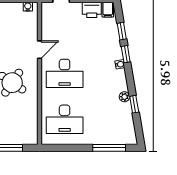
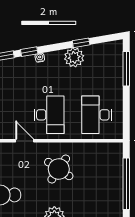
plant: (124, 97) -> (74, 57), width x1.88, depth x1.88
desk: (65, 119) -> (97, 115), turned 180

